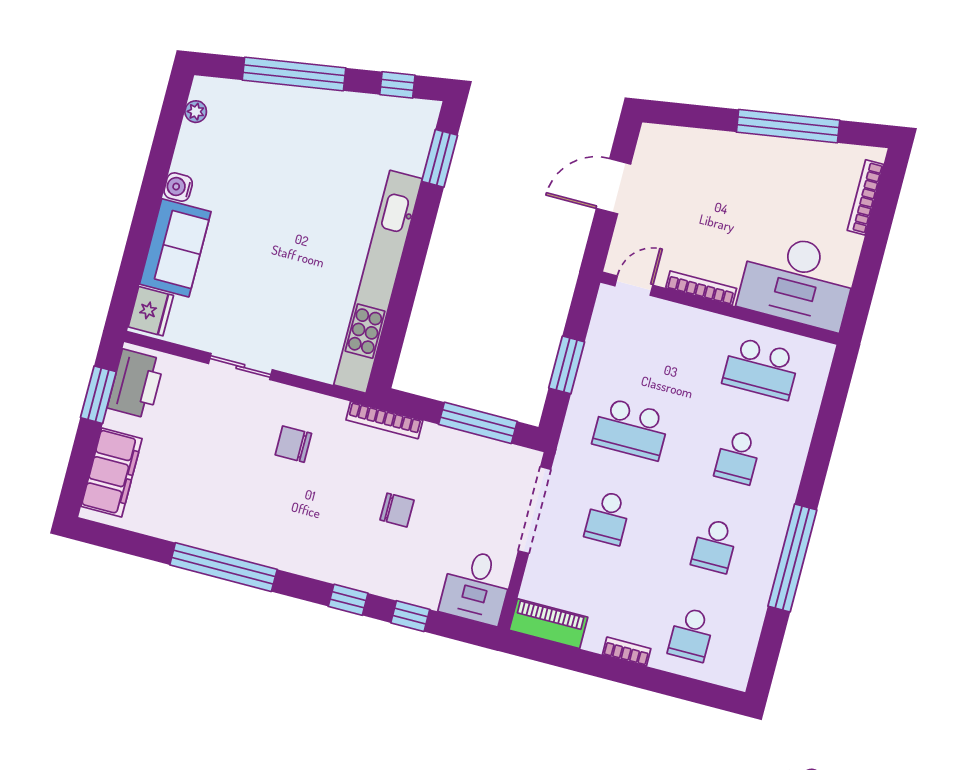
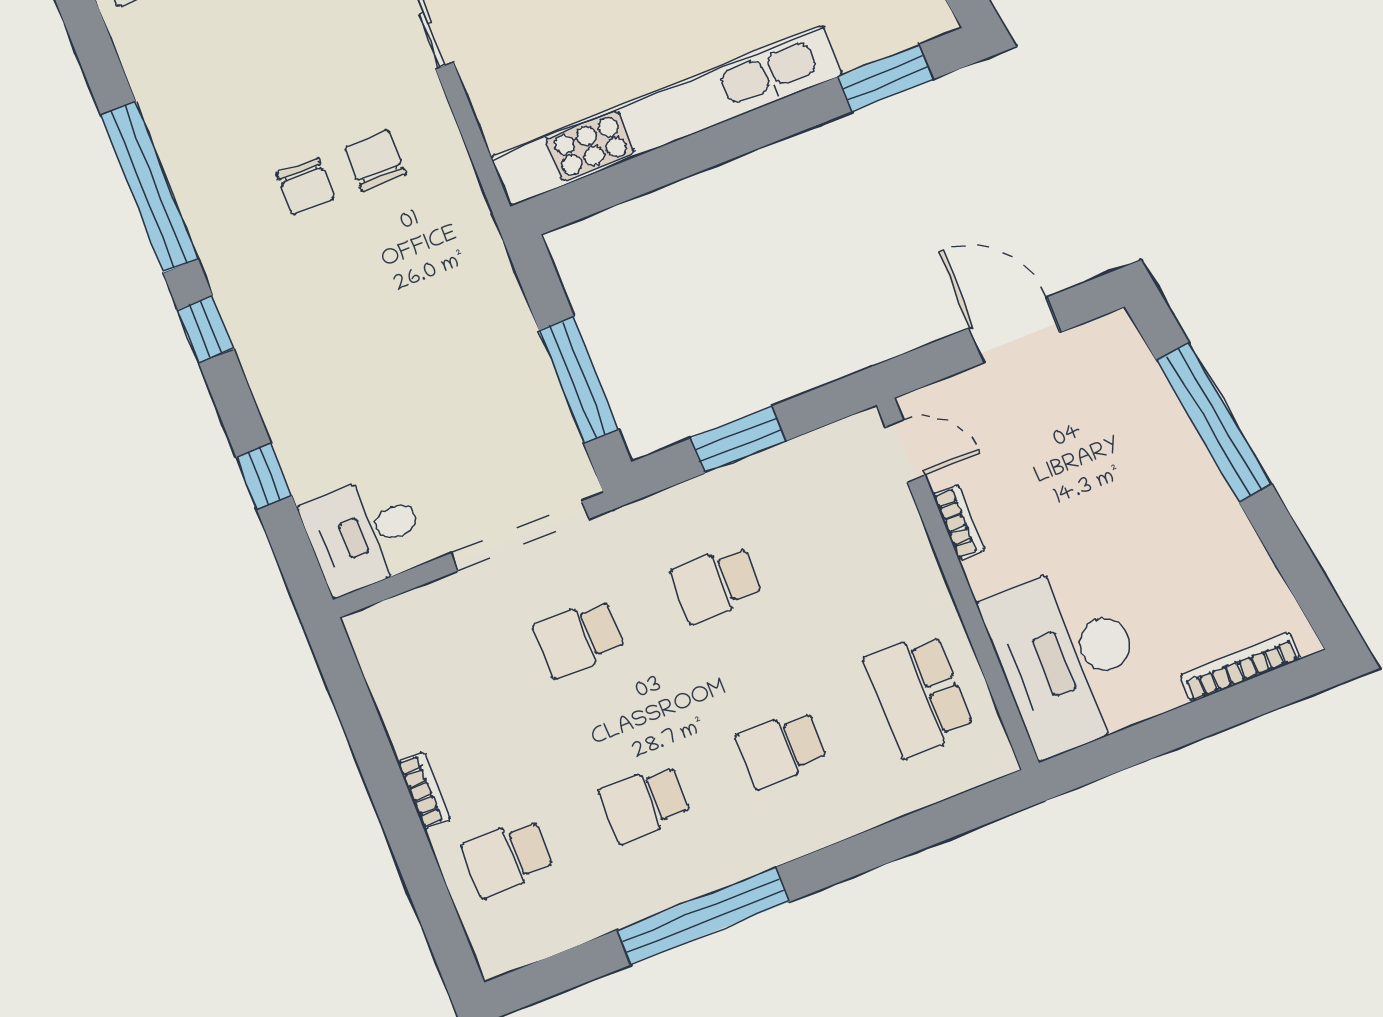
window: (788, 126) -> (1214, 423), moved
bookcase: (701, 288) -> (959, 522), width x0.64
bookcase: (384, 420) -> (493, 256), removed
school desk: (631, 429) -> (716, 584), width x0.54
chair: (397, 510) -> (306, 186), moved
window: (348, 600) -> (206, 329), moved
piano: (548, 624) -> (386, 662), removed

